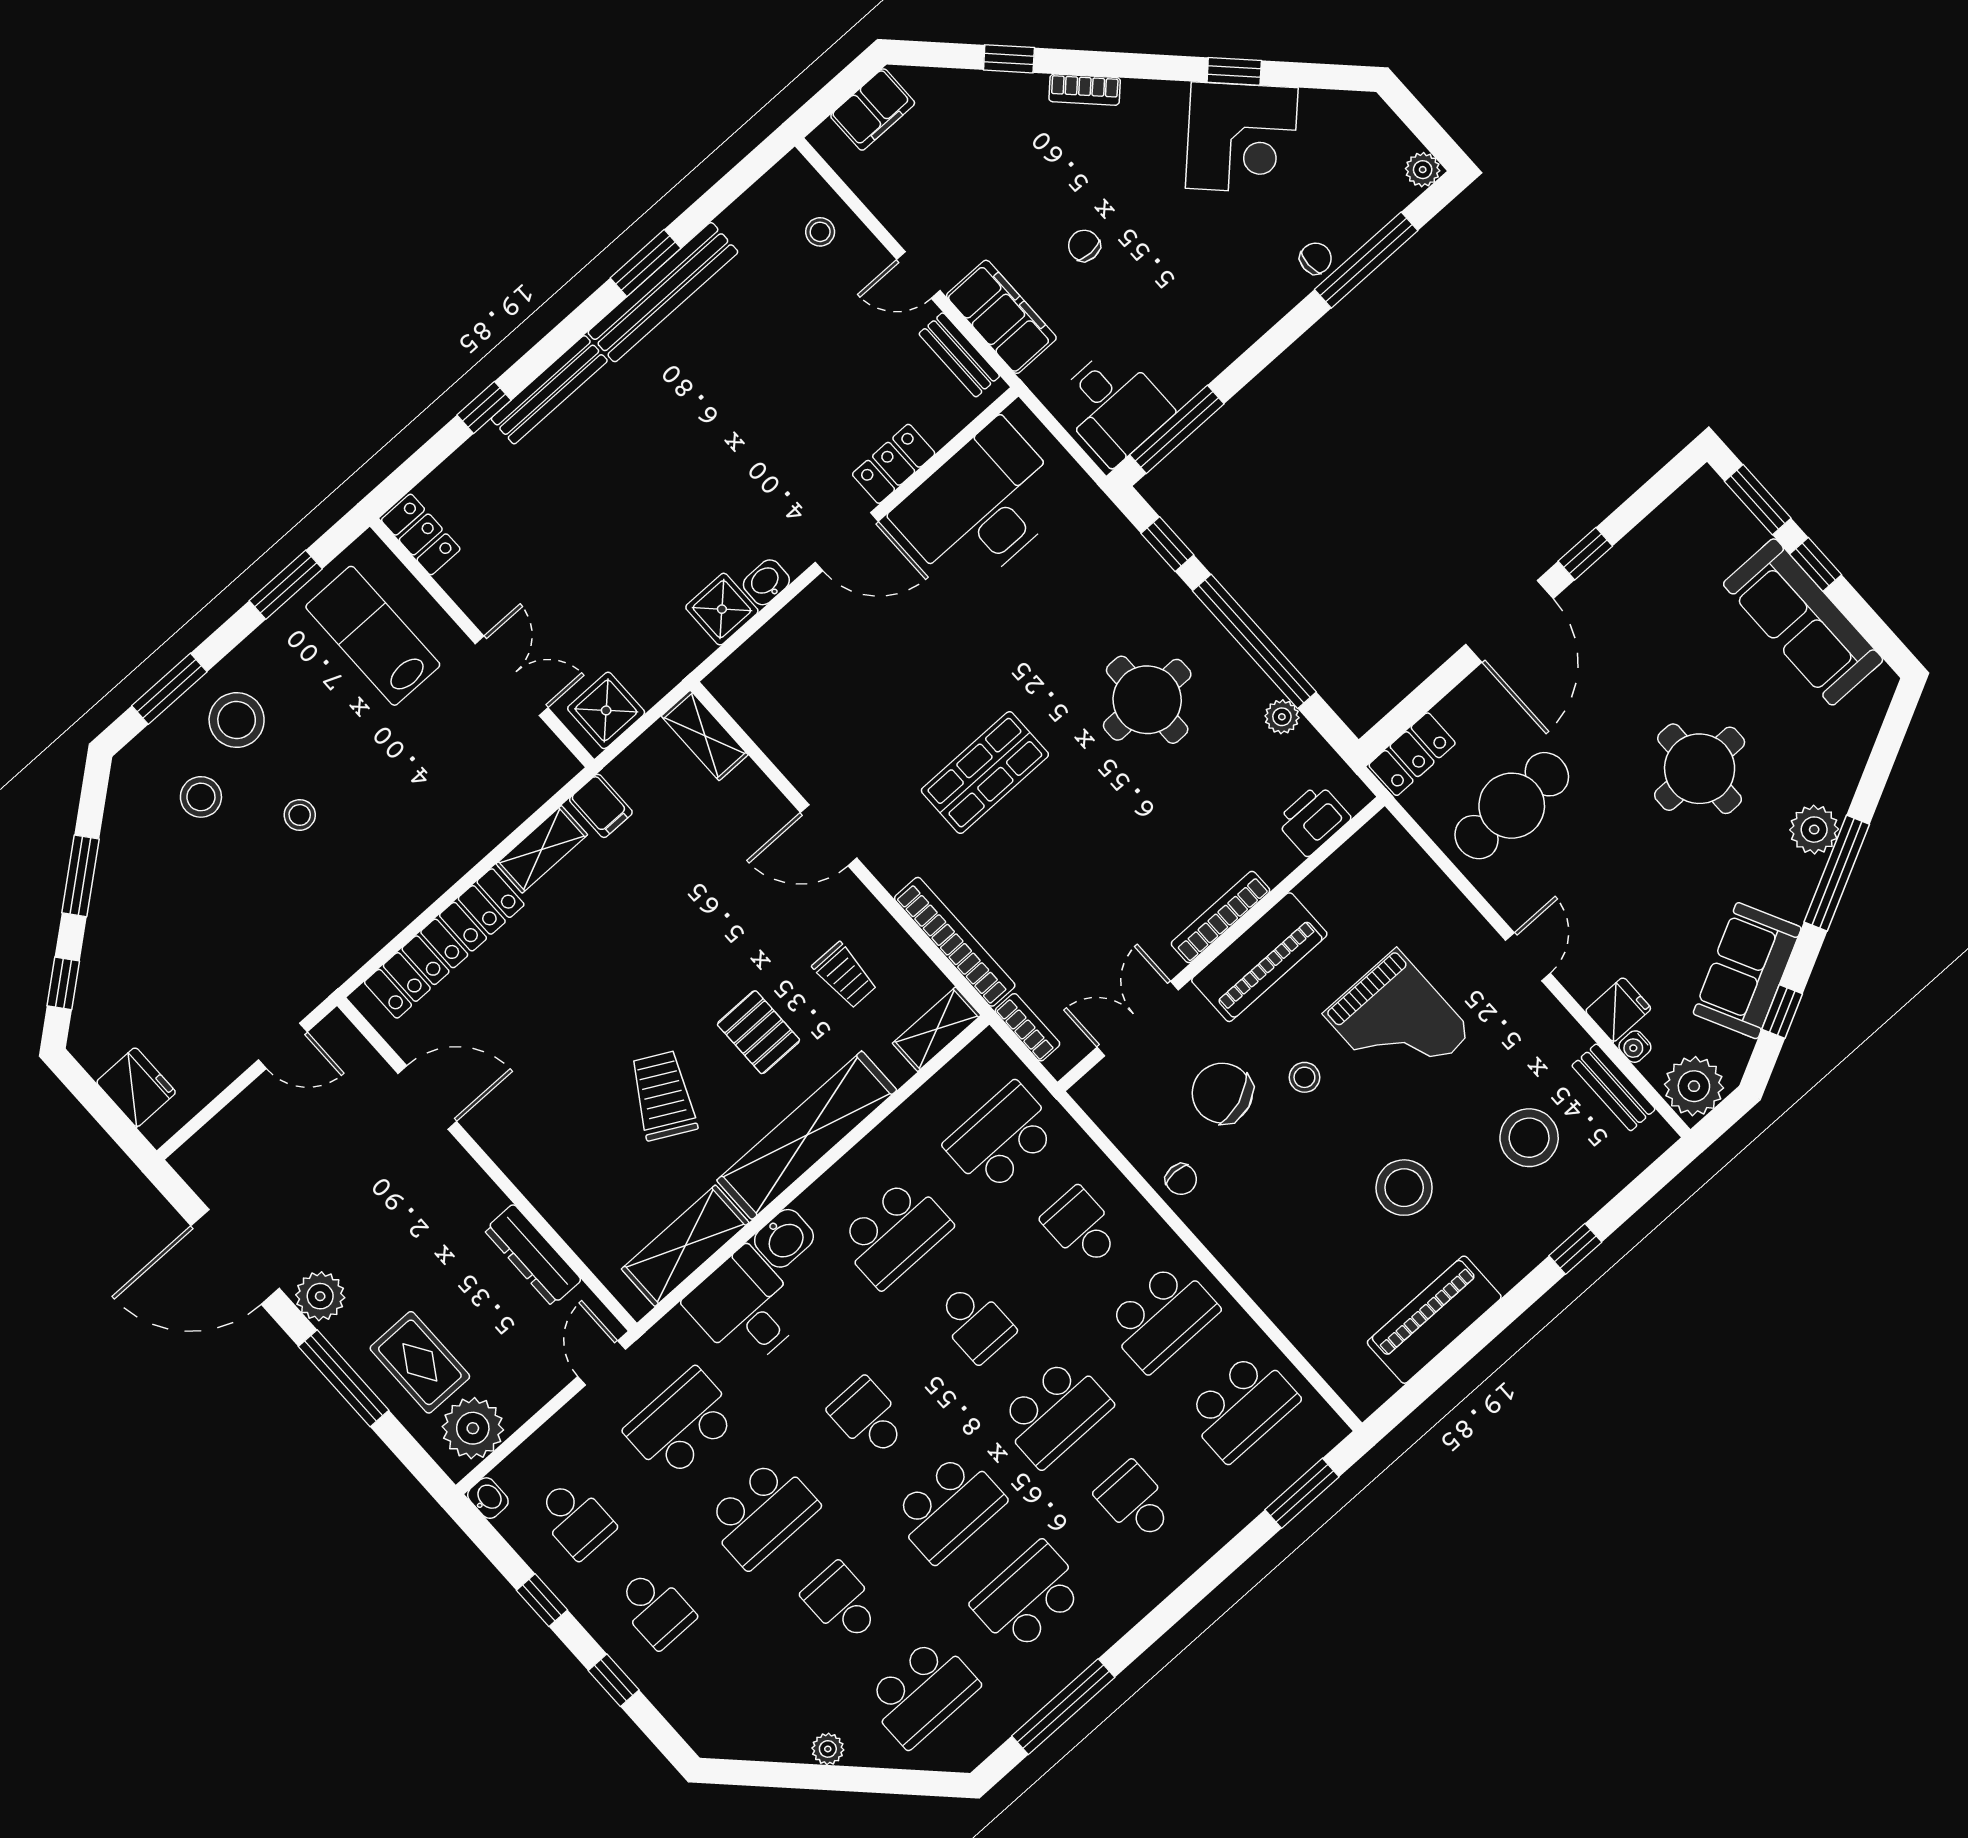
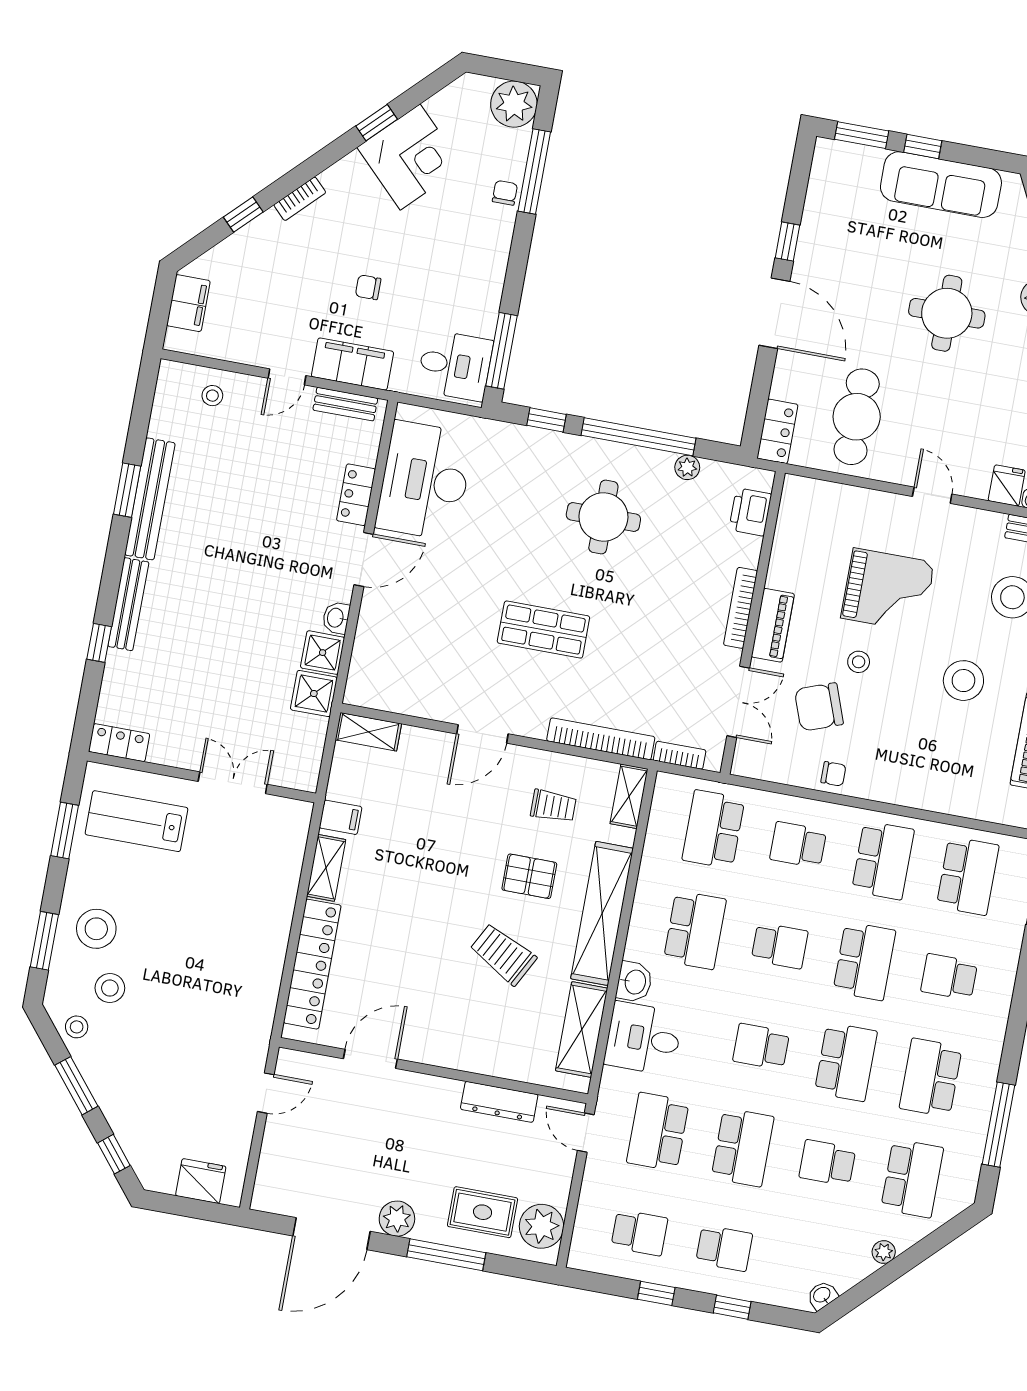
plant: (1423, 170) -> (514, 104), width x1.88, depth x1.88
shower: (606, 710) -> (314, 694), moved
shop shelf: (985, 773) -> (543, 630), turned 90
stool: (300, 815) -> (77, 1027), moved
piano: (1259, 957) -> (773, 625), width x0.73, depth x0.75
double door: (1138, 1019) -> (738, 702), swing flipped
washbasin: (488, 1498) -> (822, 1295), moved, turned -45

